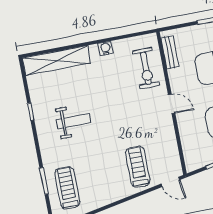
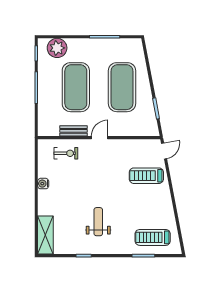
bench: (170, 52) -> (73, 131), moved
shelving: (57, 61) -> (45, 235), width x0.68
exercise bike: (146, 68) -> (66, 153), width x0.73, depth x0.72

